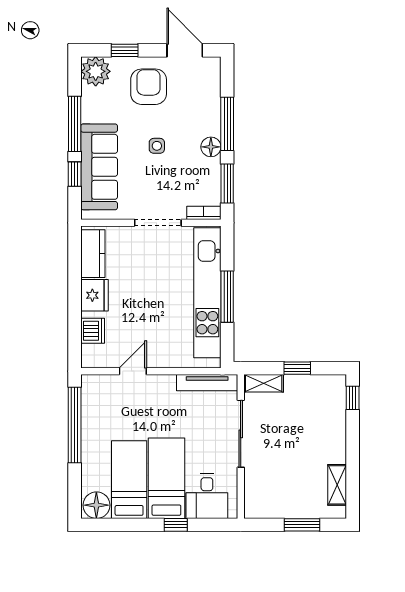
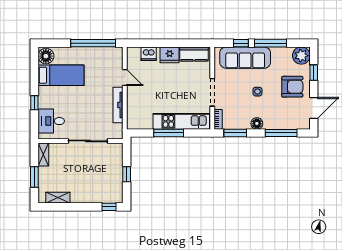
window: (227, 124) -> (281, 133), moved
kitchen unit: (207, 293) -> (181, 121), width x0.73
tv unit: (207, 383) -> (118, 105), moved
shelving: (264, 383) -> (43, 154), moved
bed: (166, 478) -> (62, 97), removed

